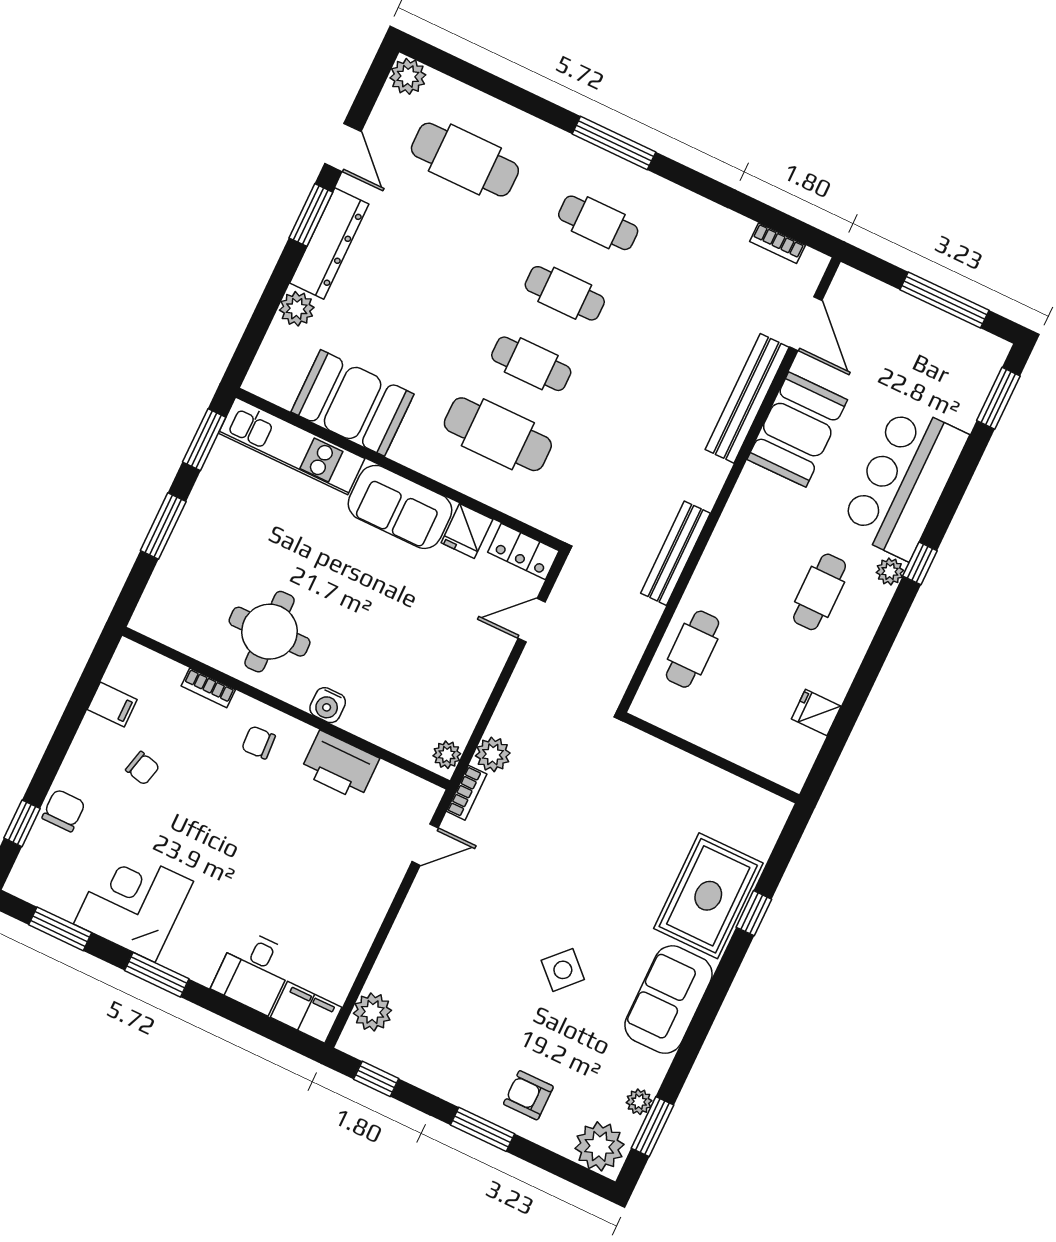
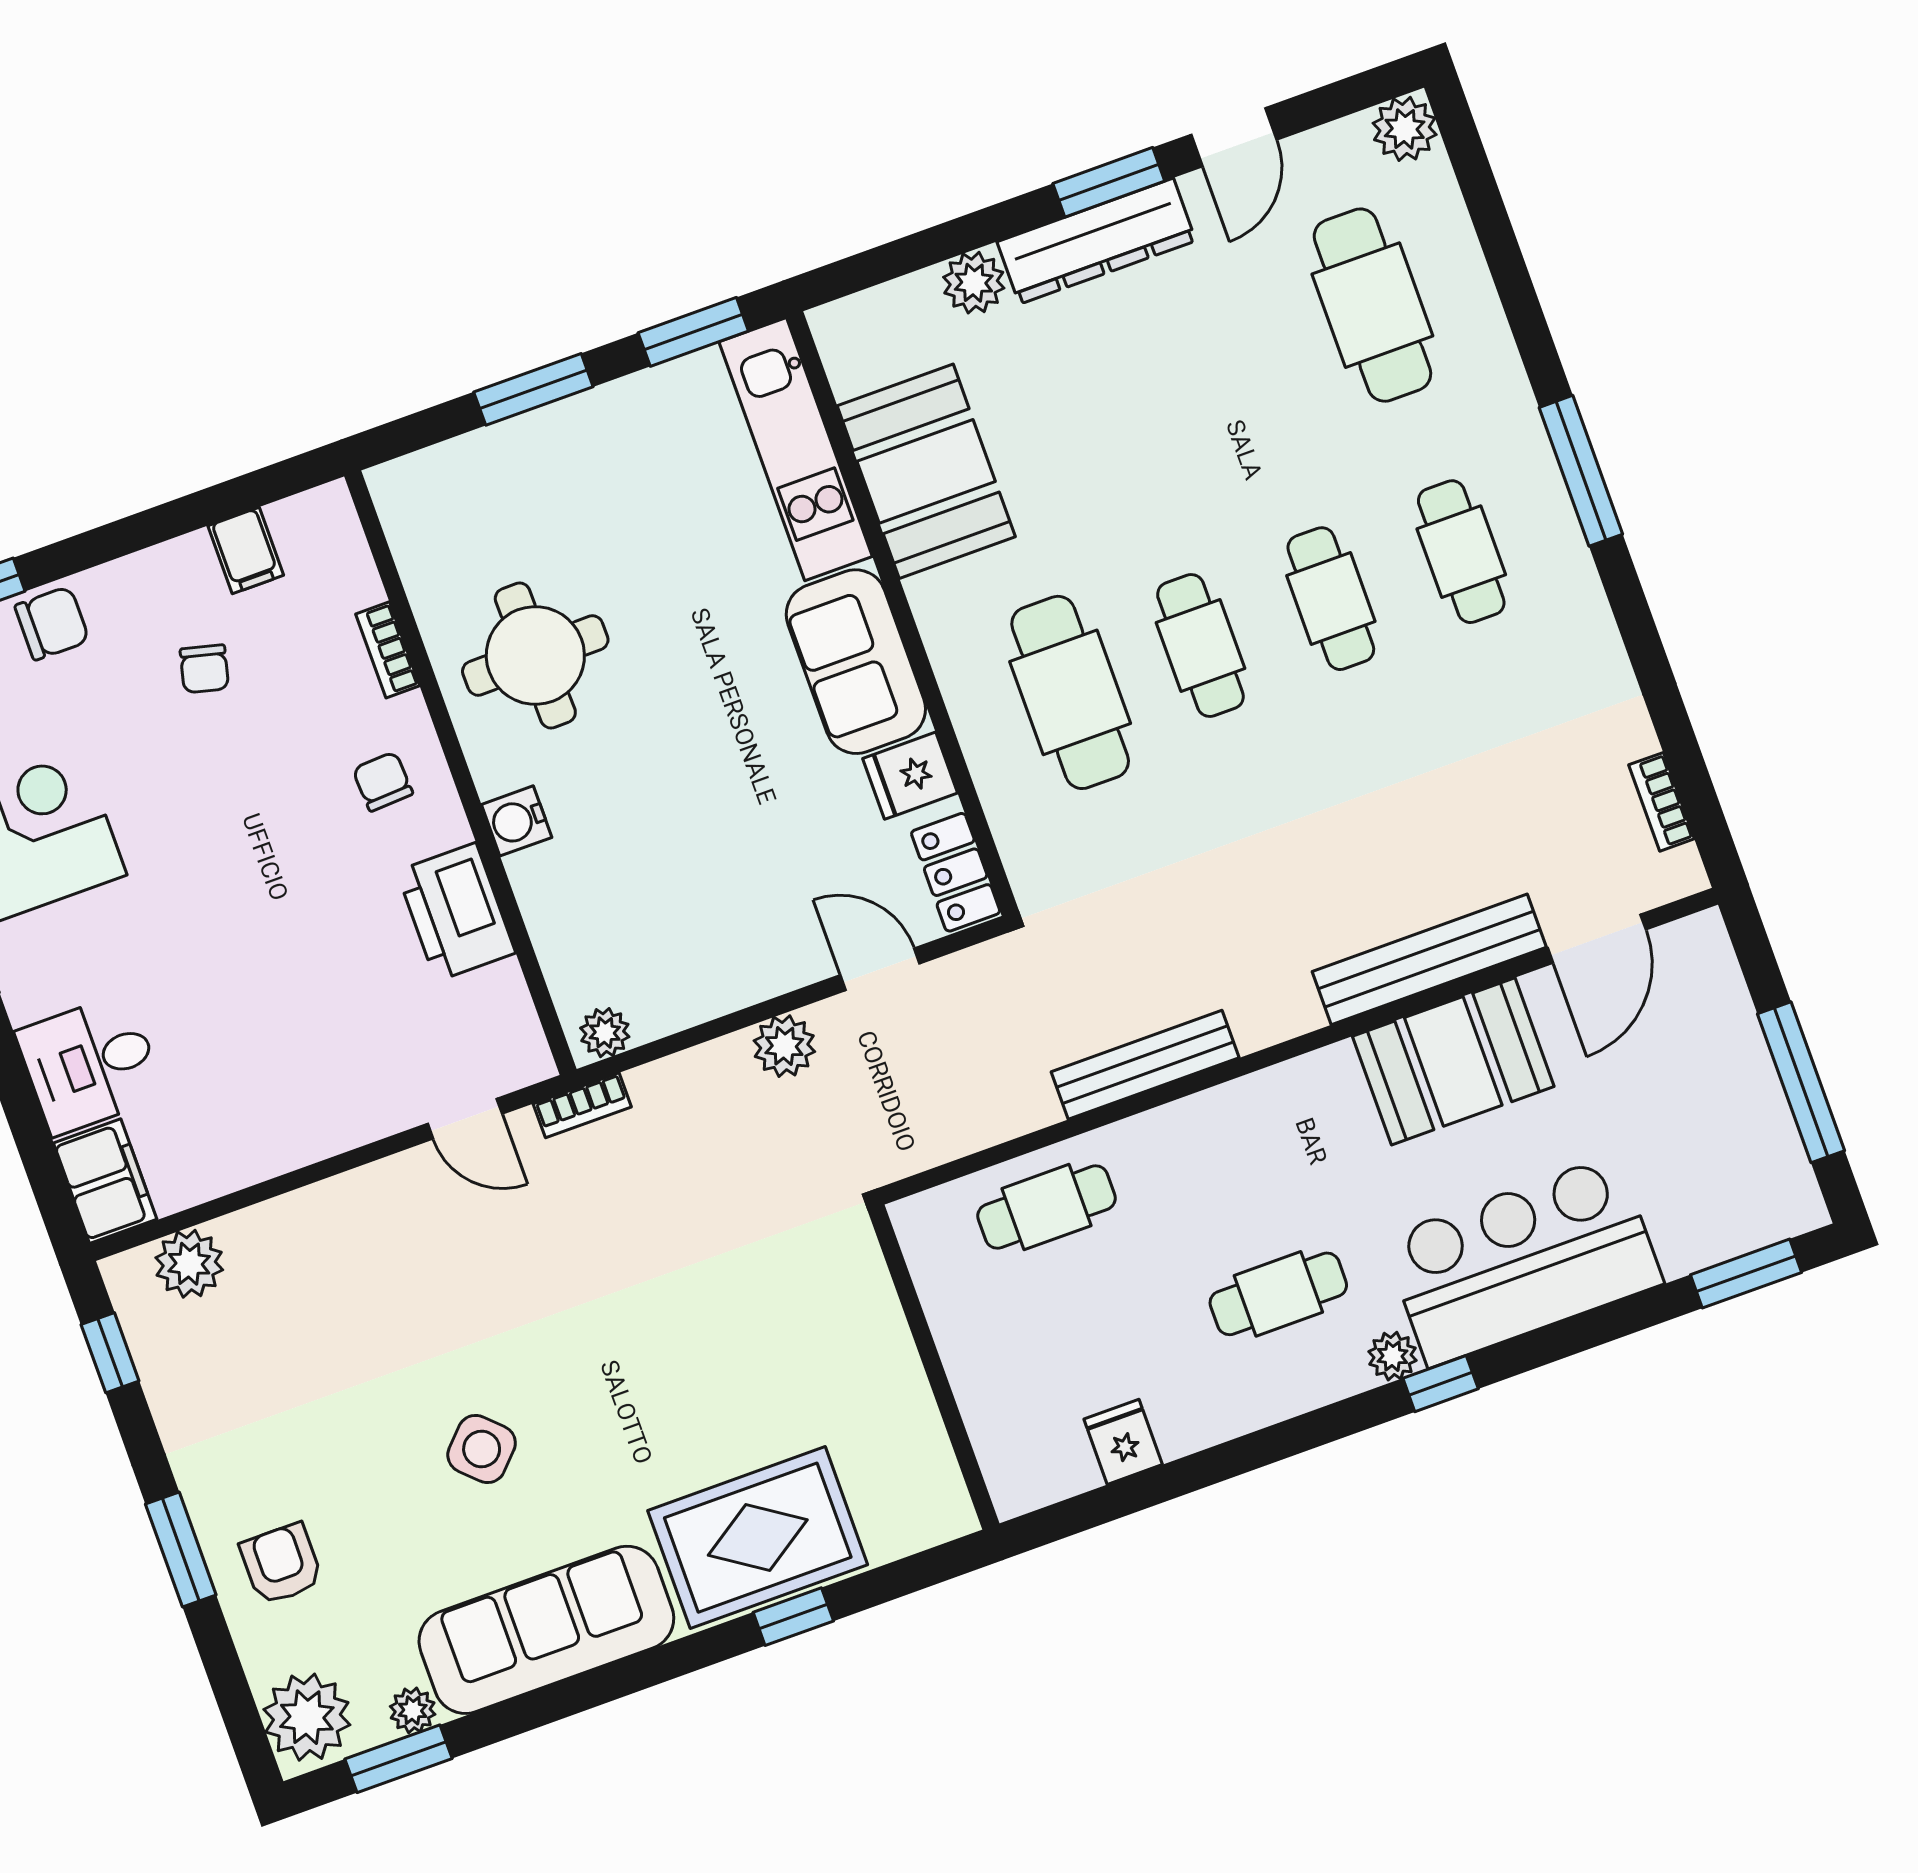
plant: (493, 754) -> (784, 1046), moved
sofa: (668, 1000) -> (546, 1630), width x1.36

